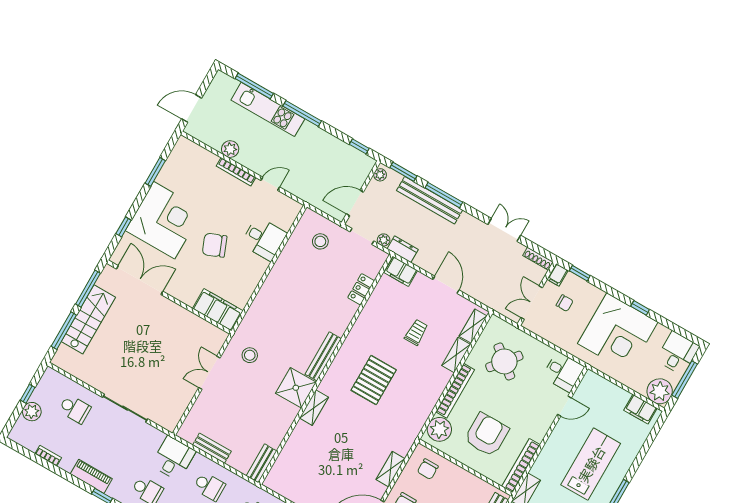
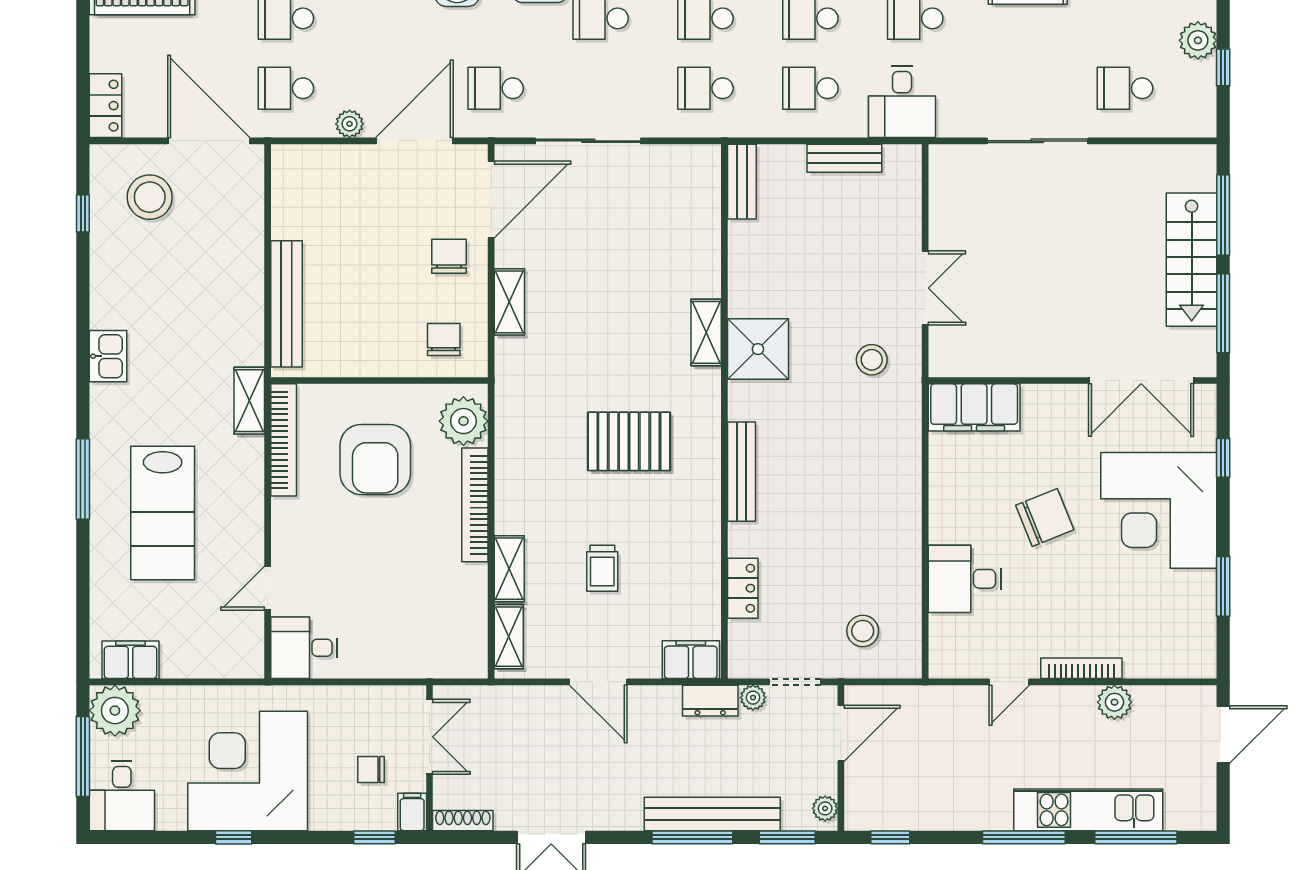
bench: (323, 356) -> (741, 472), moved
round table: (504, 361) -> (418, 606), removed
pallet: (374, 380) -> (629, 441), turned 90

